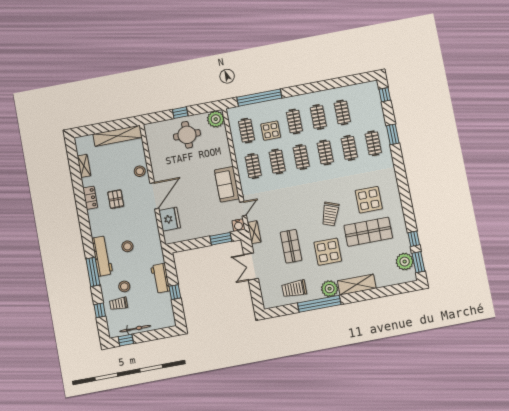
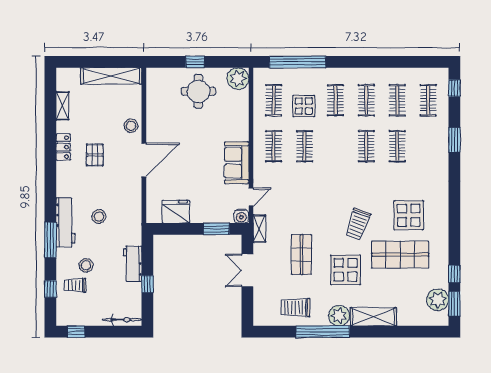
clothes rail: (373, 143) -> (428, 100), moved
clothes rail: (301, 157) -> (335, 146), removed
fridge: (170, 219) -> (176, 212), moved, turned -90
bicycle: (135, 329) -> (122, 320), moved

